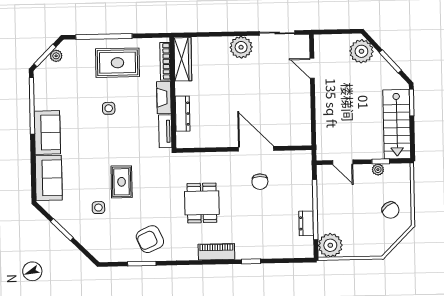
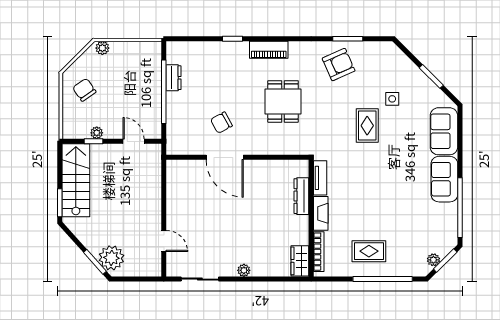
plant: (241, 47) -> (244, 270), width x0.53, depth x0.53
wardrobe: (183, 59) -> (300, 261), width x0.67
window: (390, 61) -> (95, 262), moved
rug: (117, 63) -> (369, 251), width x0.73, depth x0.70
side table: (109, 108) -> (379, 203), removed
chair: (260, 182) -> (221, 123), turned -119
plant: (330, 245) -> (102, 48), moved, width x0.53, depth x0.53

